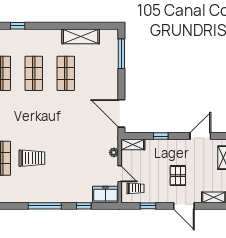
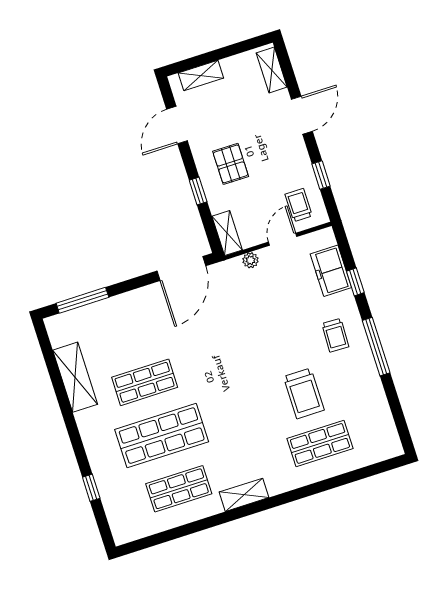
shop shelf: (34, 73) -> (162, 436), width x1.43, depth x1.36
door: (200, 136) -> (177, 125), hinge flipped
trolley: (32, 158) -> (304, 393), turned 180
pallet: (178, 176) -> (231, 164), moved, turned 90
trolley: (58, 186) -> (335, 335), added
freezer: (105, 194) -> (331, 271), moved

